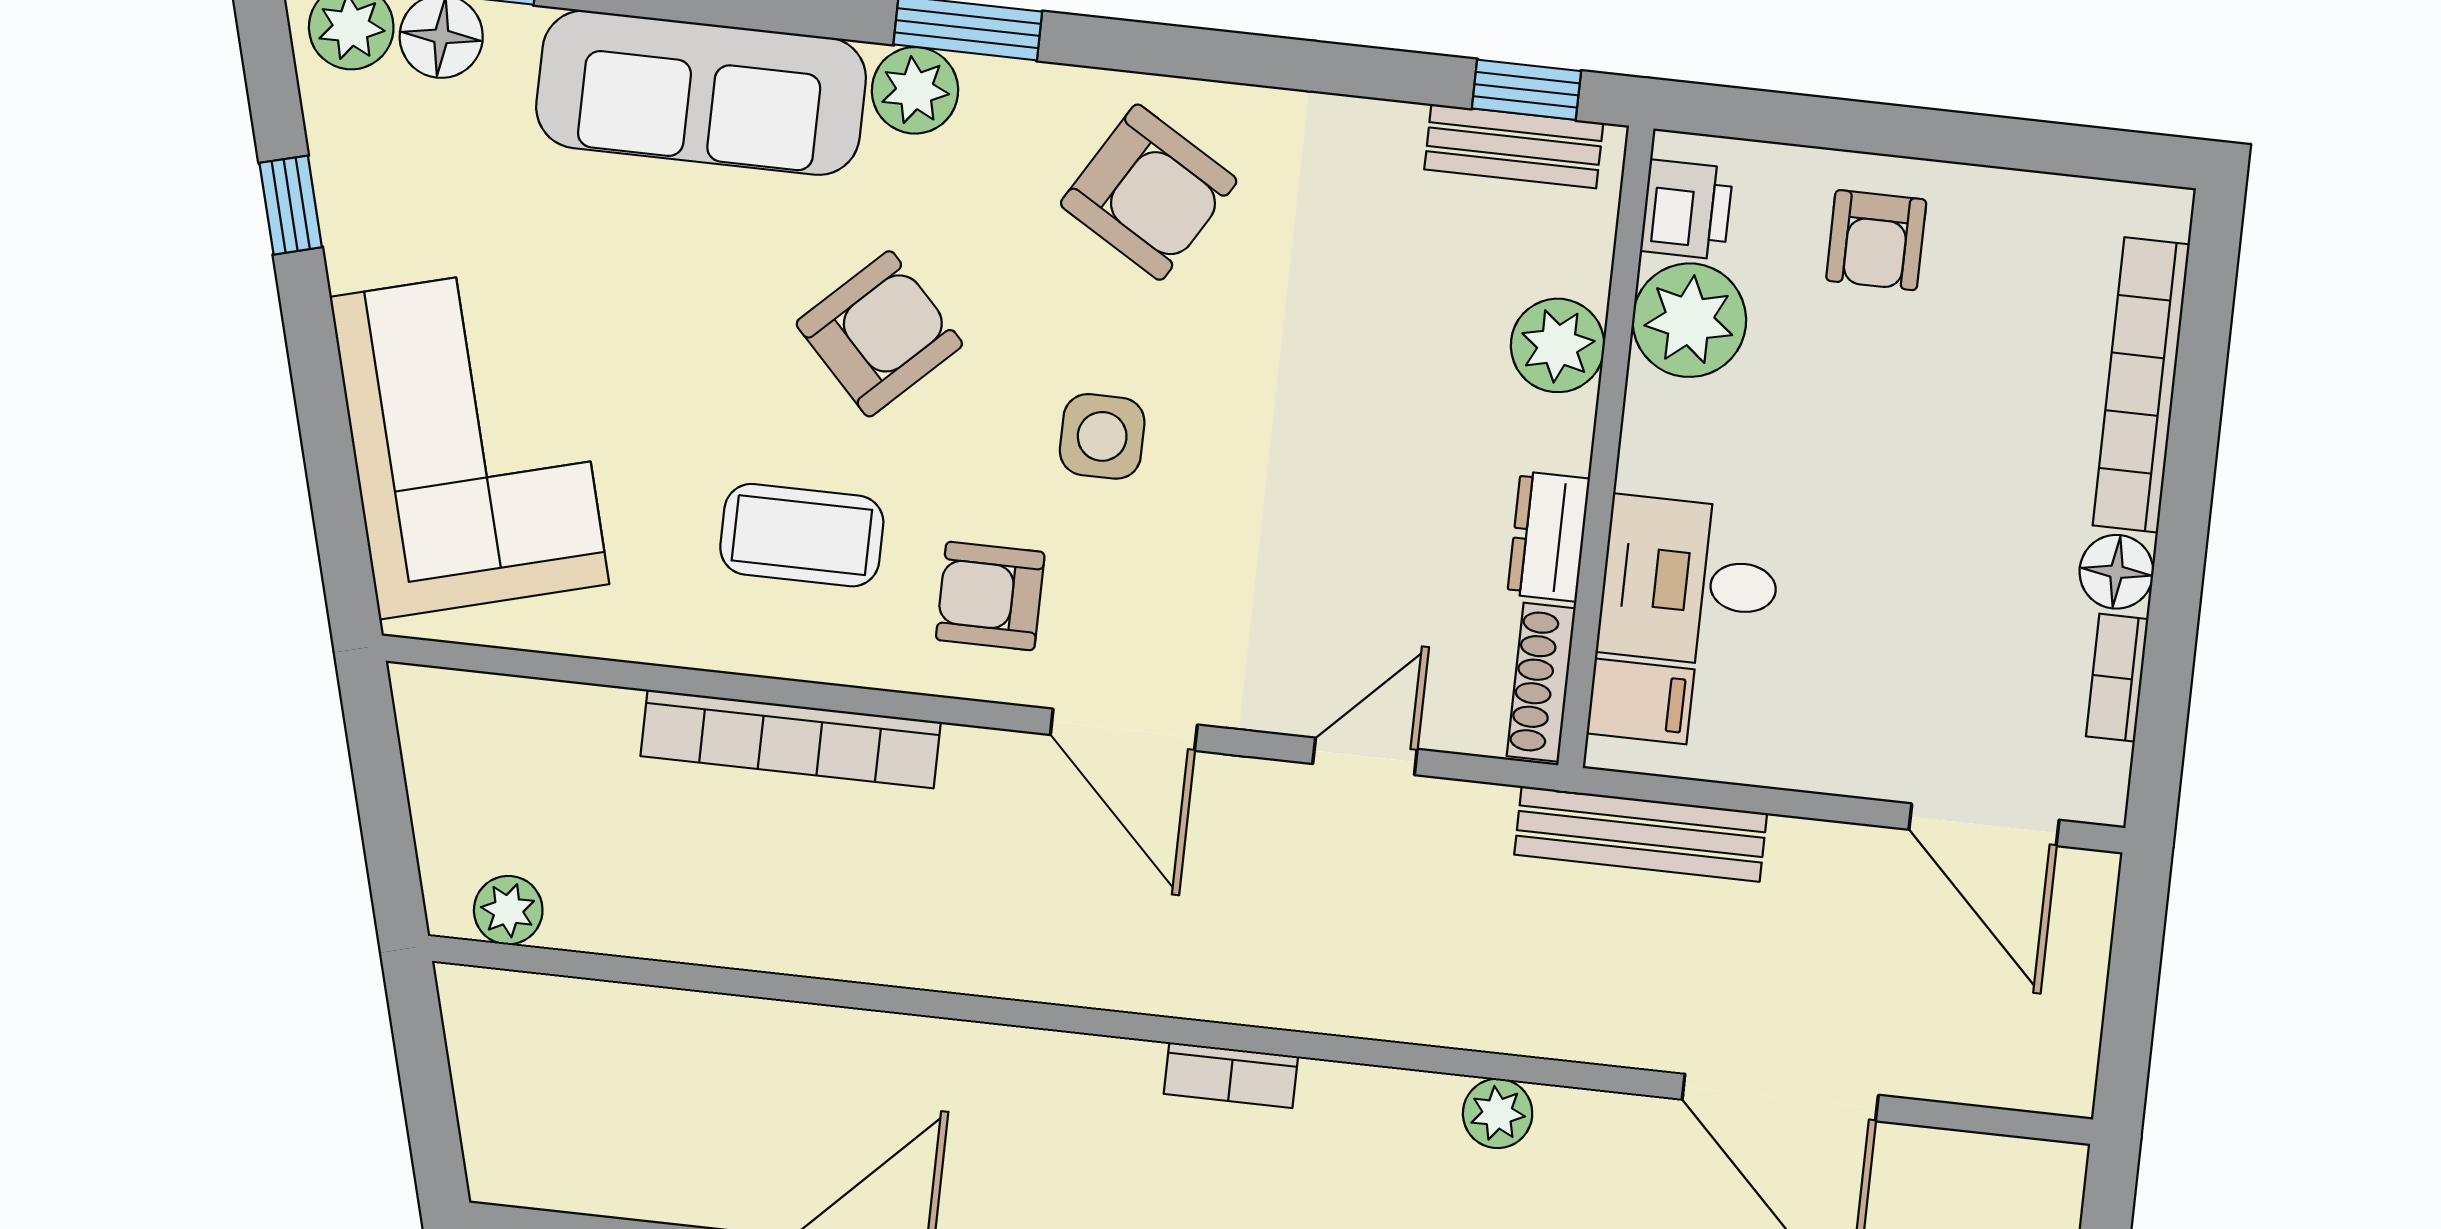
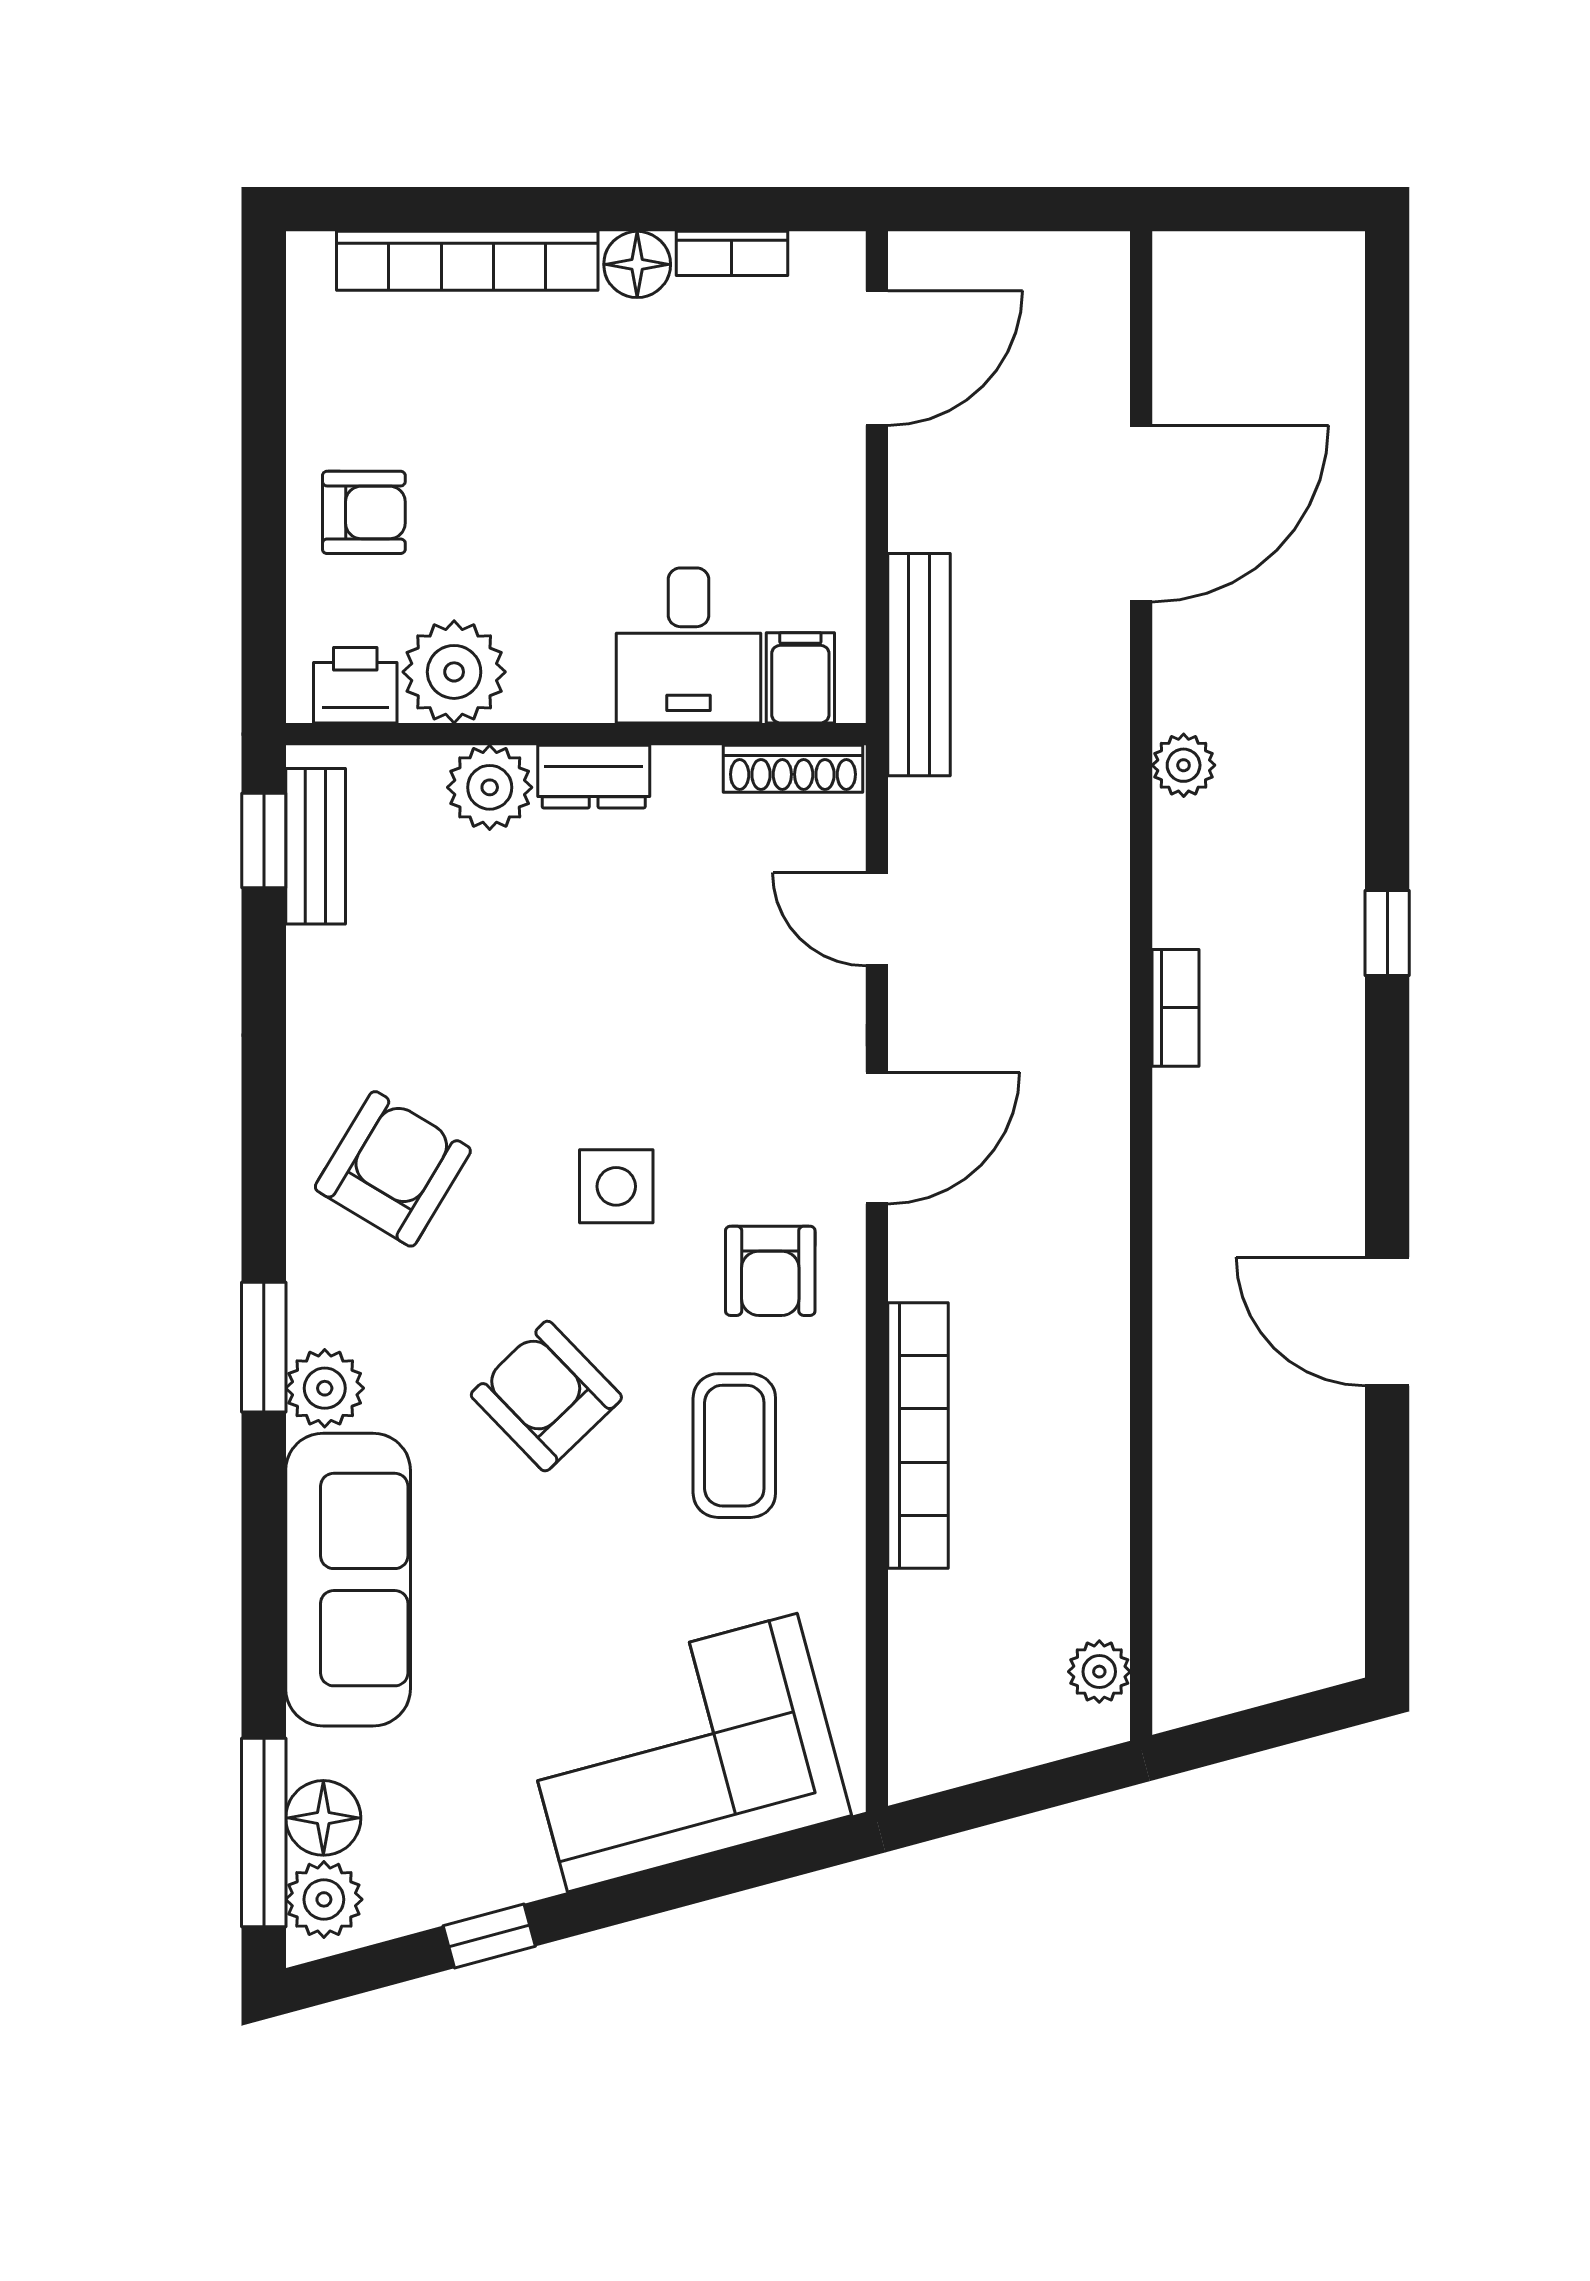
dresser: (1549, 536) -> (594, 777), moved

